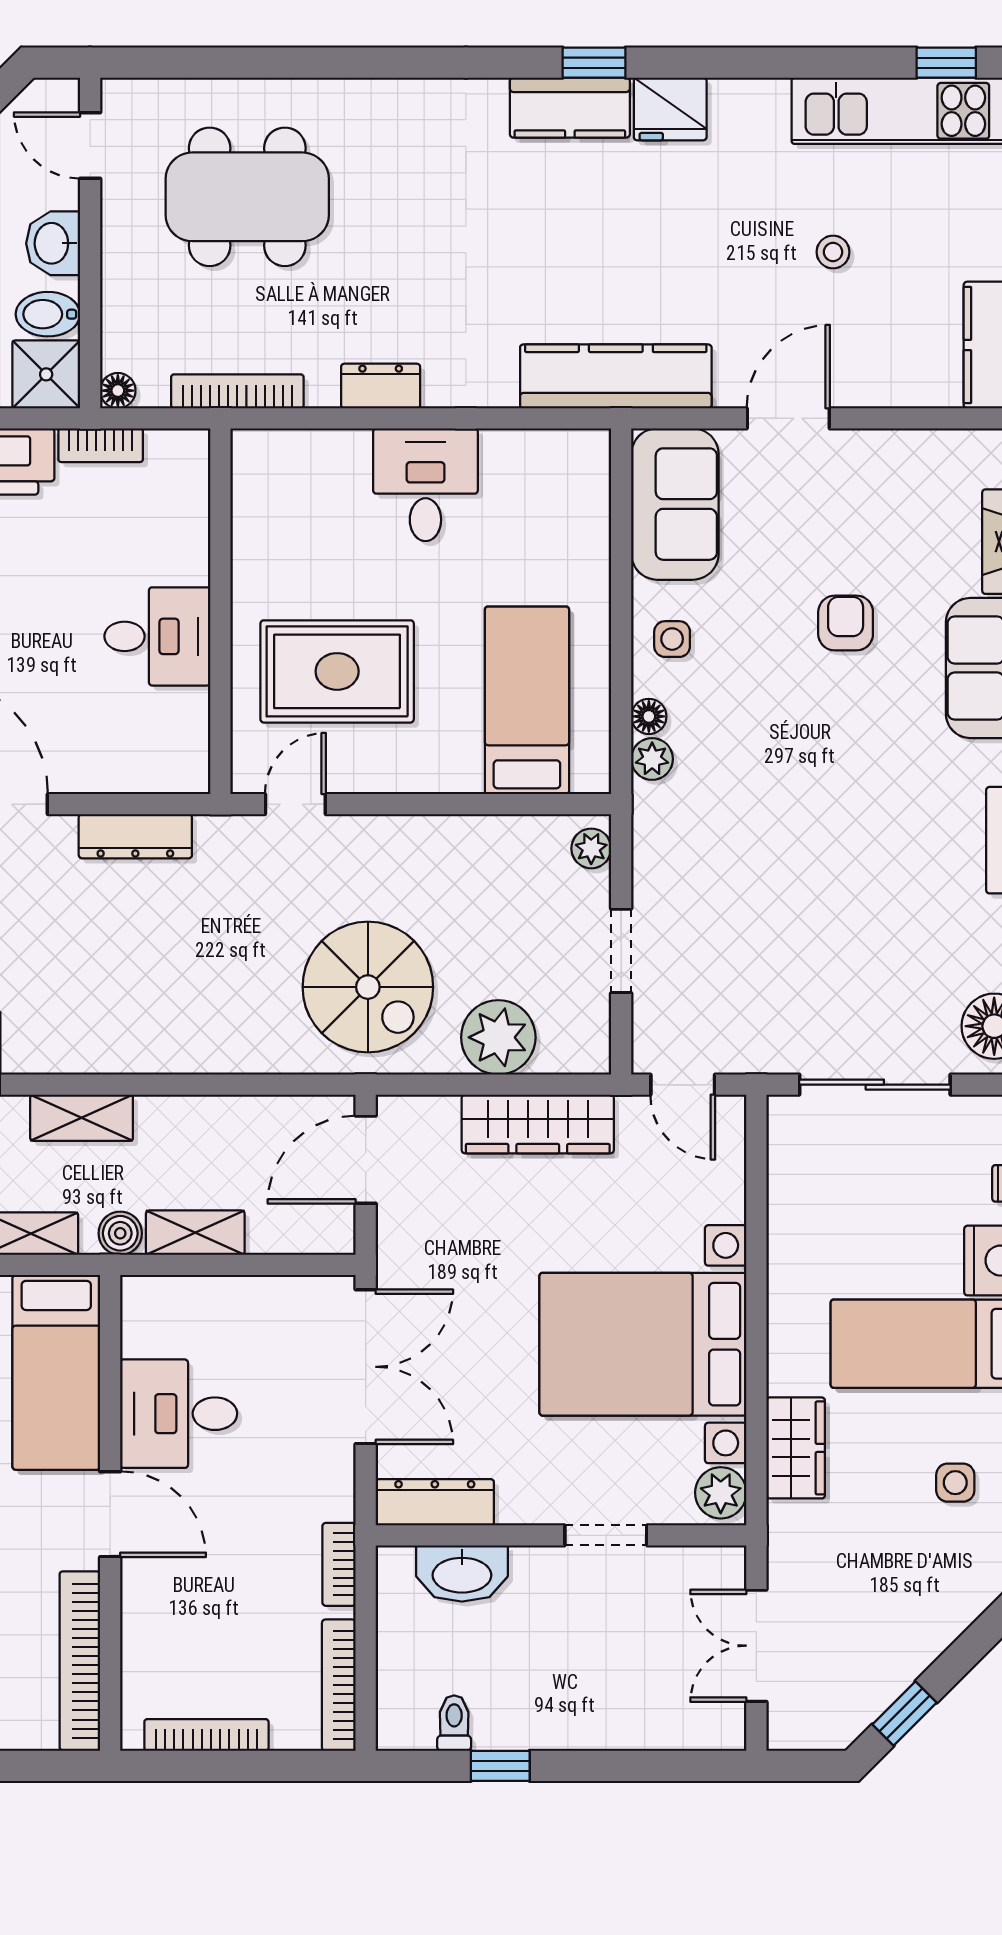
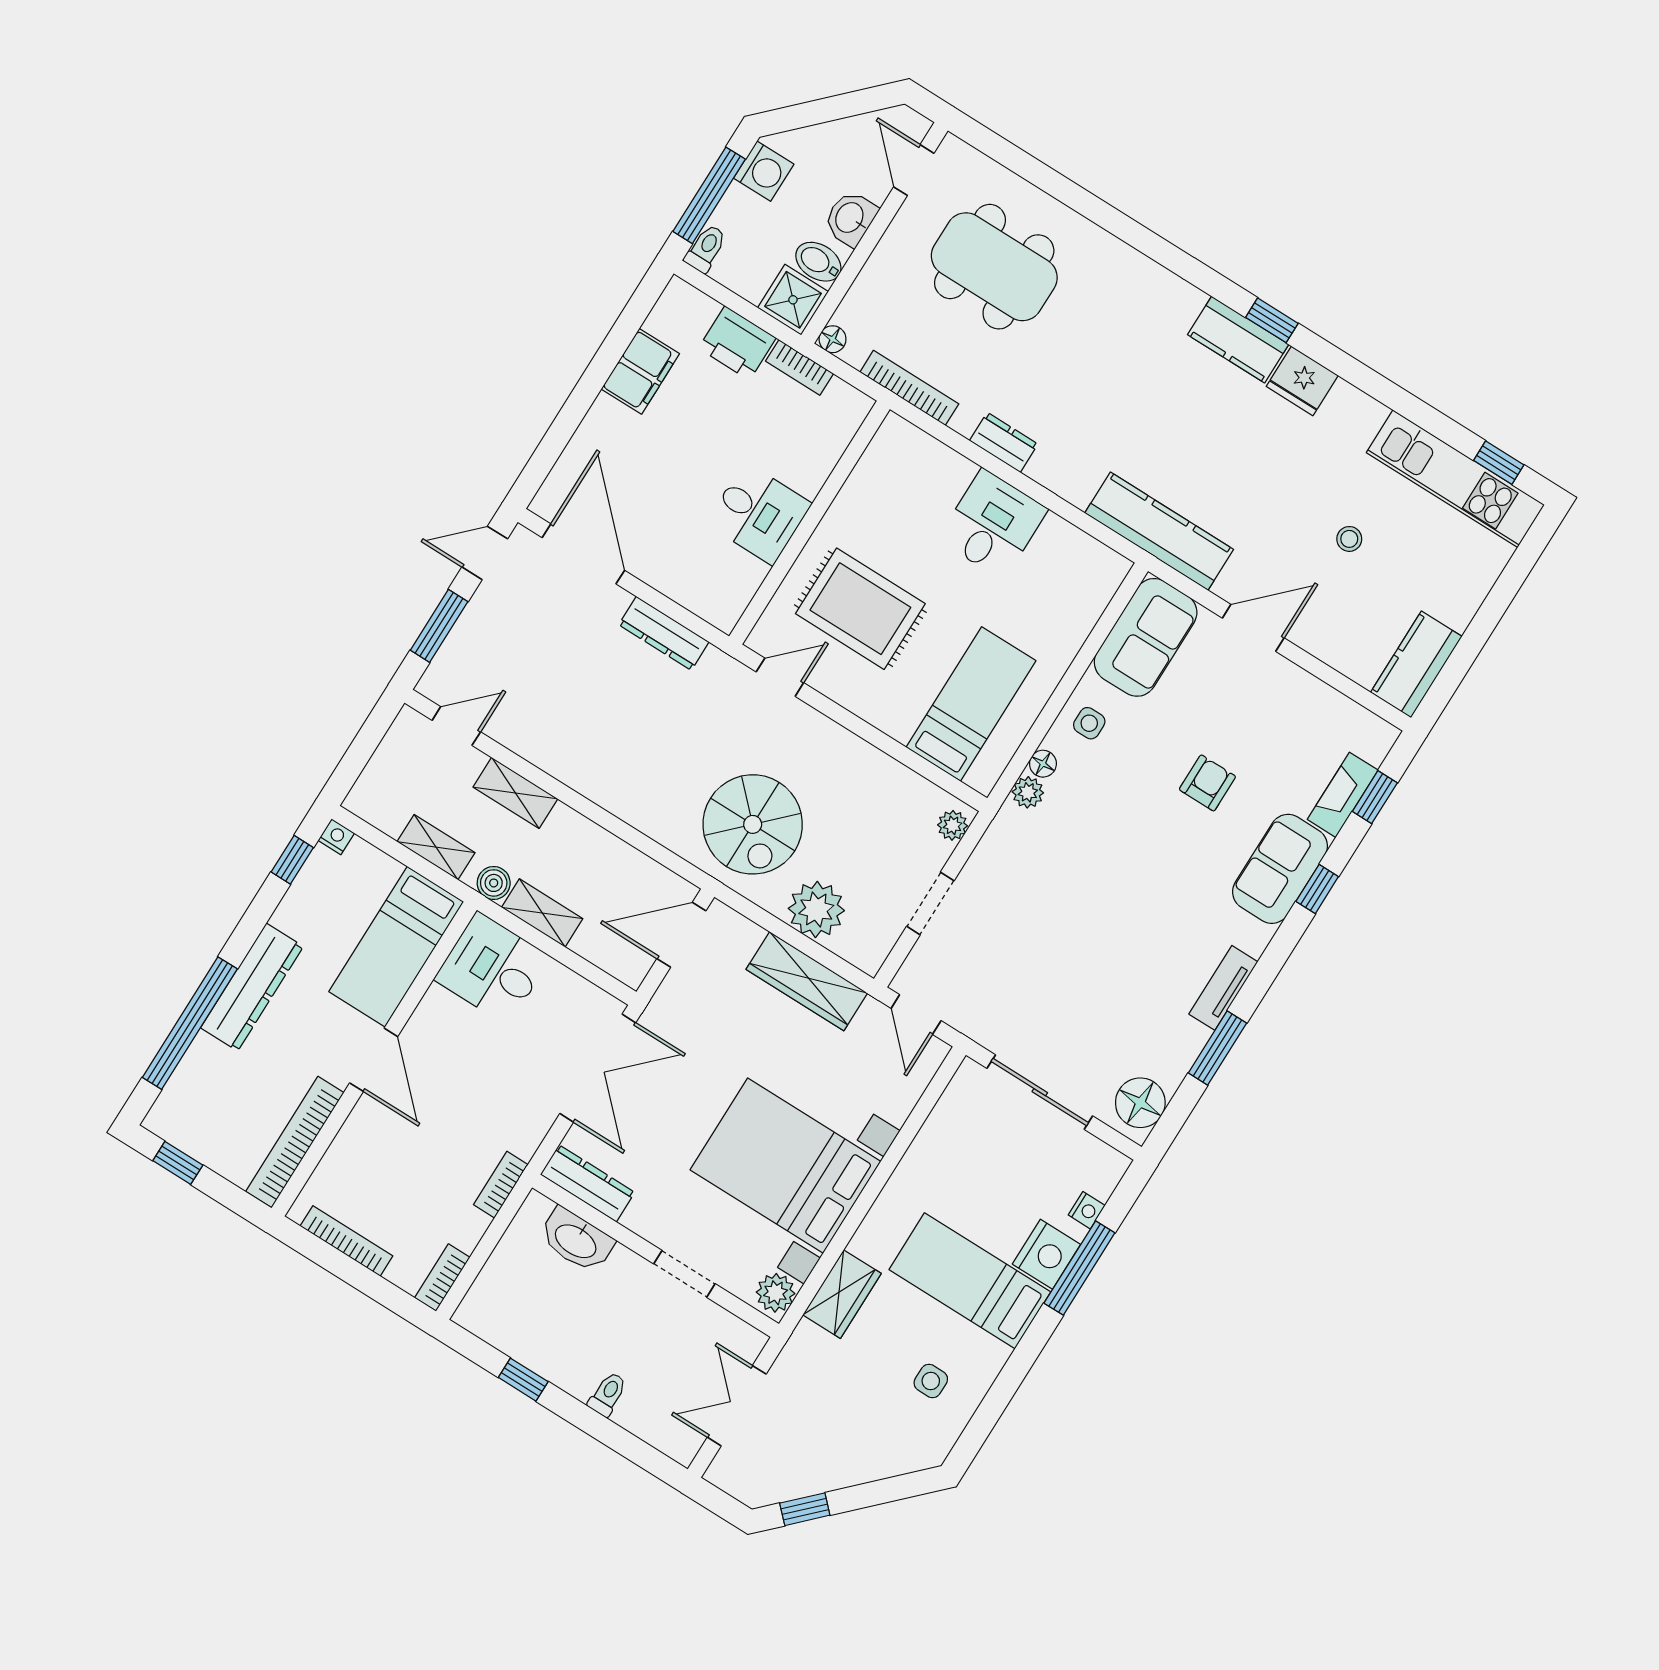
desk: (179, 1414) -> (493, 968), moved
bookcase: (339, 1685) -> (442, 1278), width x0.64
toilet: (454, 1723) -> (608, 1394), moved

